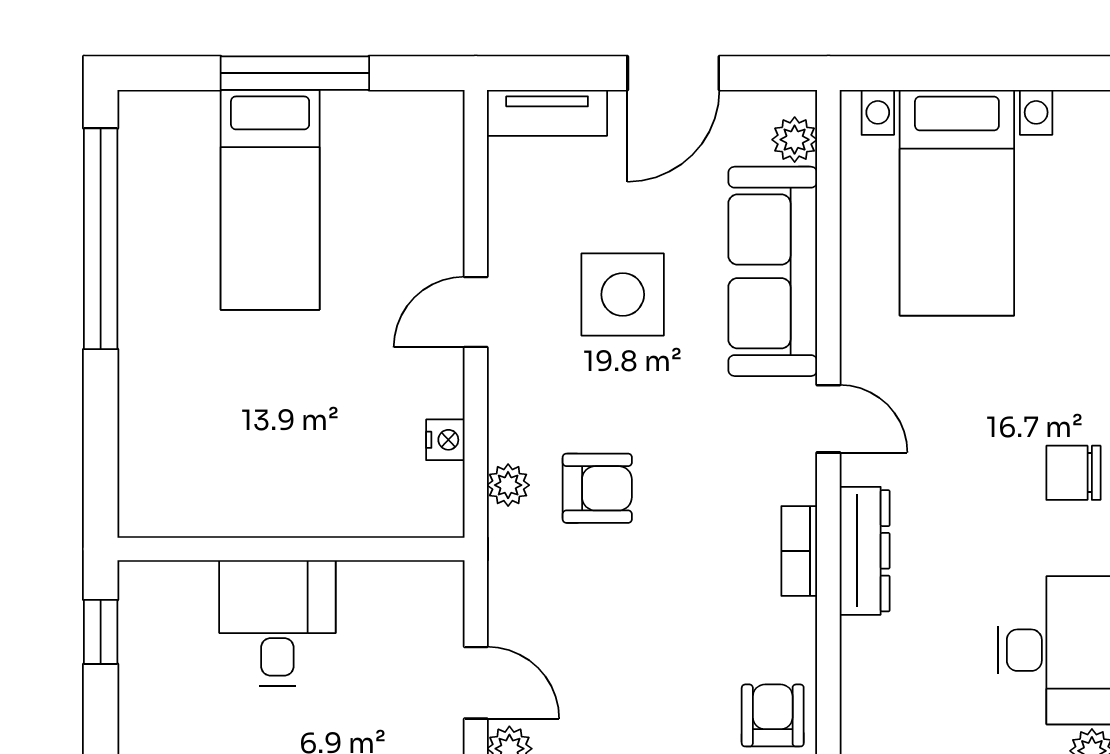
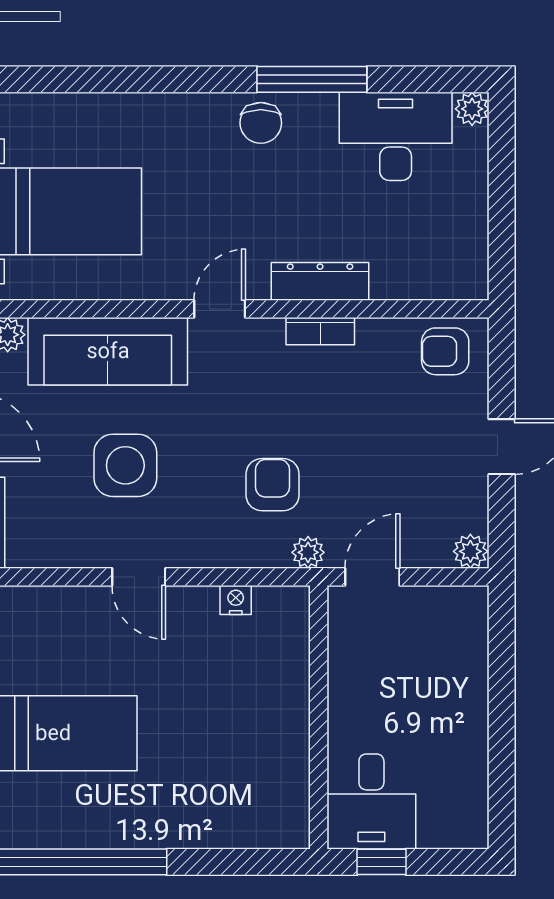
plant: (508, 485) -> (308, 552), moved
desk: (277, 623) -> (371, 801), moved, turned -90
door: (476, 683) -> (372, 577), moved

